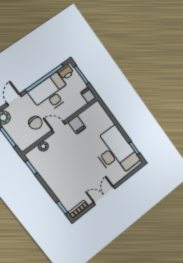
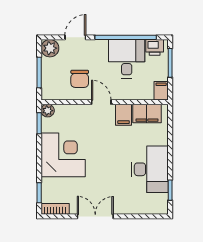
desk: (50, 93) -> (127, 59), width x0.73
filing cabinet: (90, 114) -> (147, 113), added
plant: (43, 146) -> (48, 111), moved
desk: (115, 152) -> (150, 169), width x0.73, depth x0.77
corner desk: (59, 175) -> (63, 155), added

